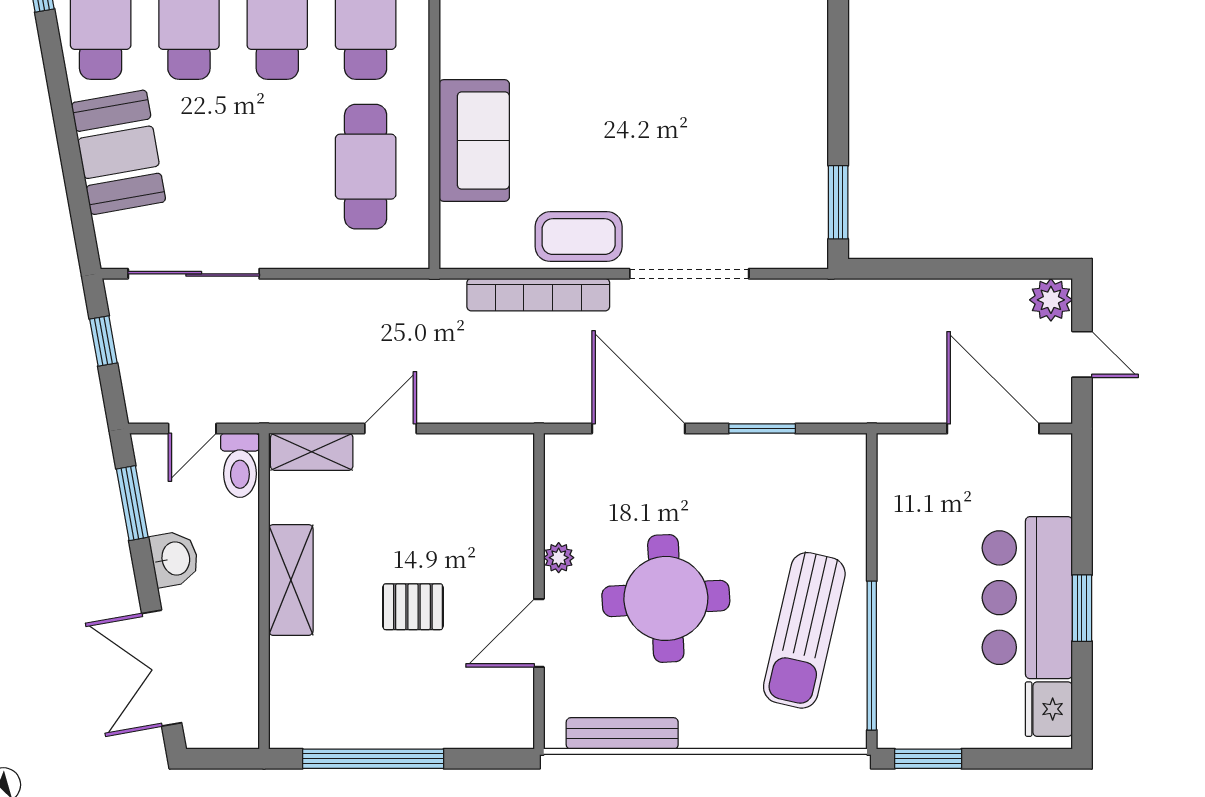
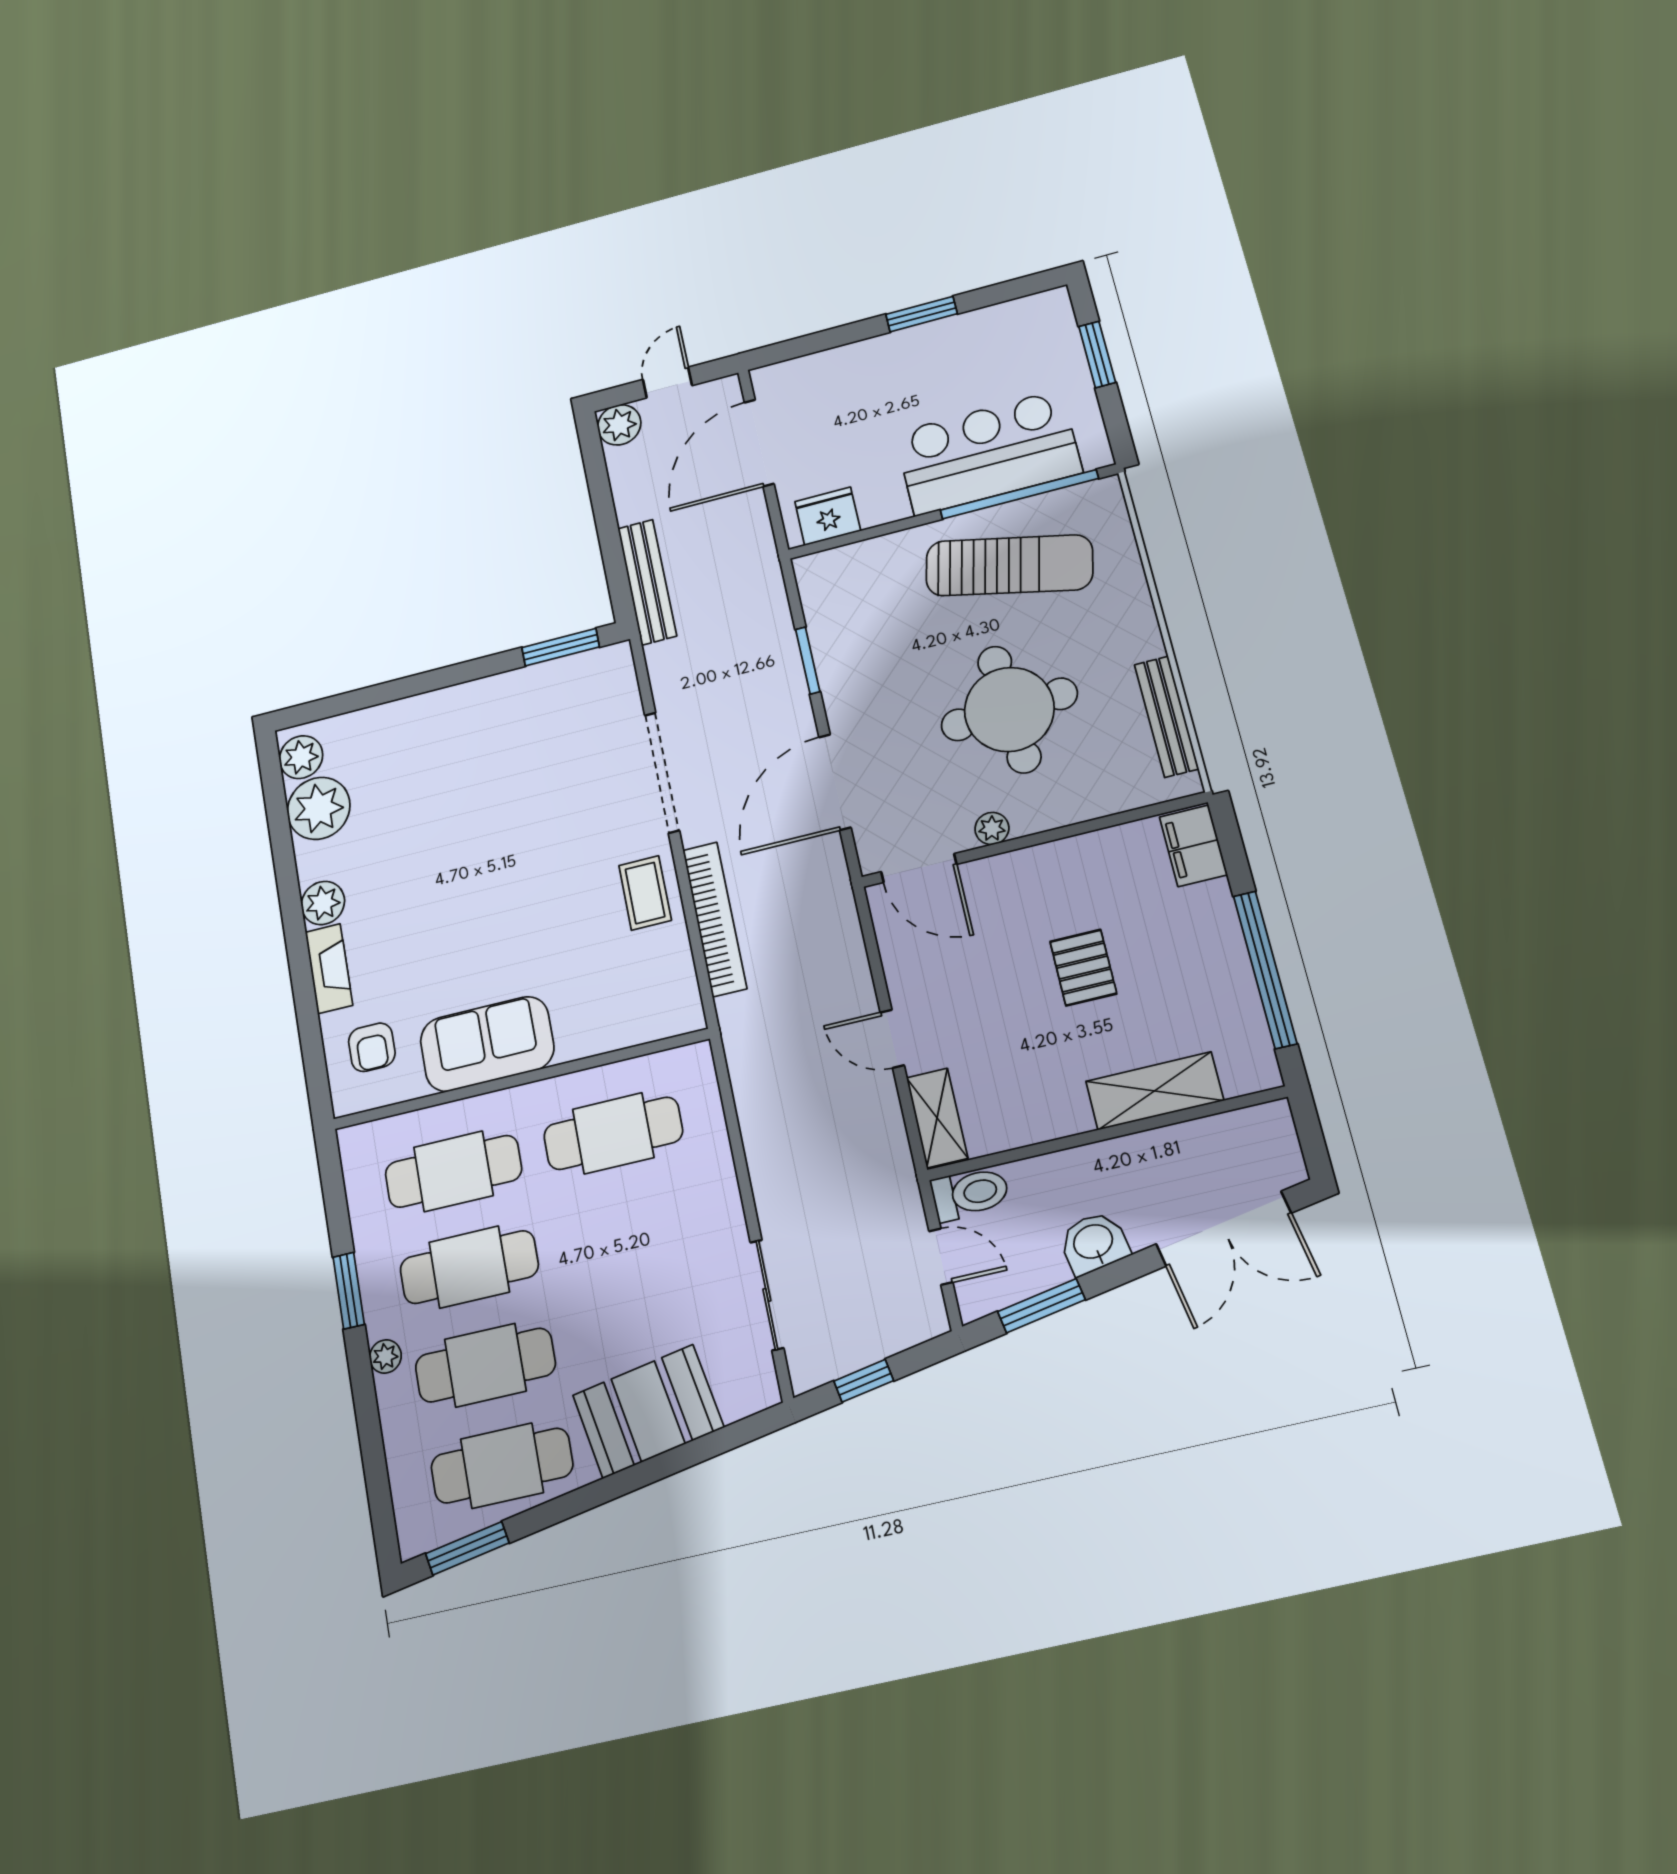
sofa: (474, 141) -> (487, 1044), moved
coffee table: (579, 237) -> (645, 893), width x0.73, depth x0.77
sliding door: (194, 274) -> (767, 1295), width x0.73
bench: (881, 296) -> (647, 582), added
shelving: (291, 580) -> (1155, 1091), moved
bar counter: (1027, 598) -> (988, 453), moved, turned 180
door: (539, 633) -> (919, 868), moved
fridge: (1049, 709) -> (828, 516), moved, turned 180
filing cabinet: (498, 727) -> (1193, 846), added
window: (928, 759) -> (1097, 354), moved

